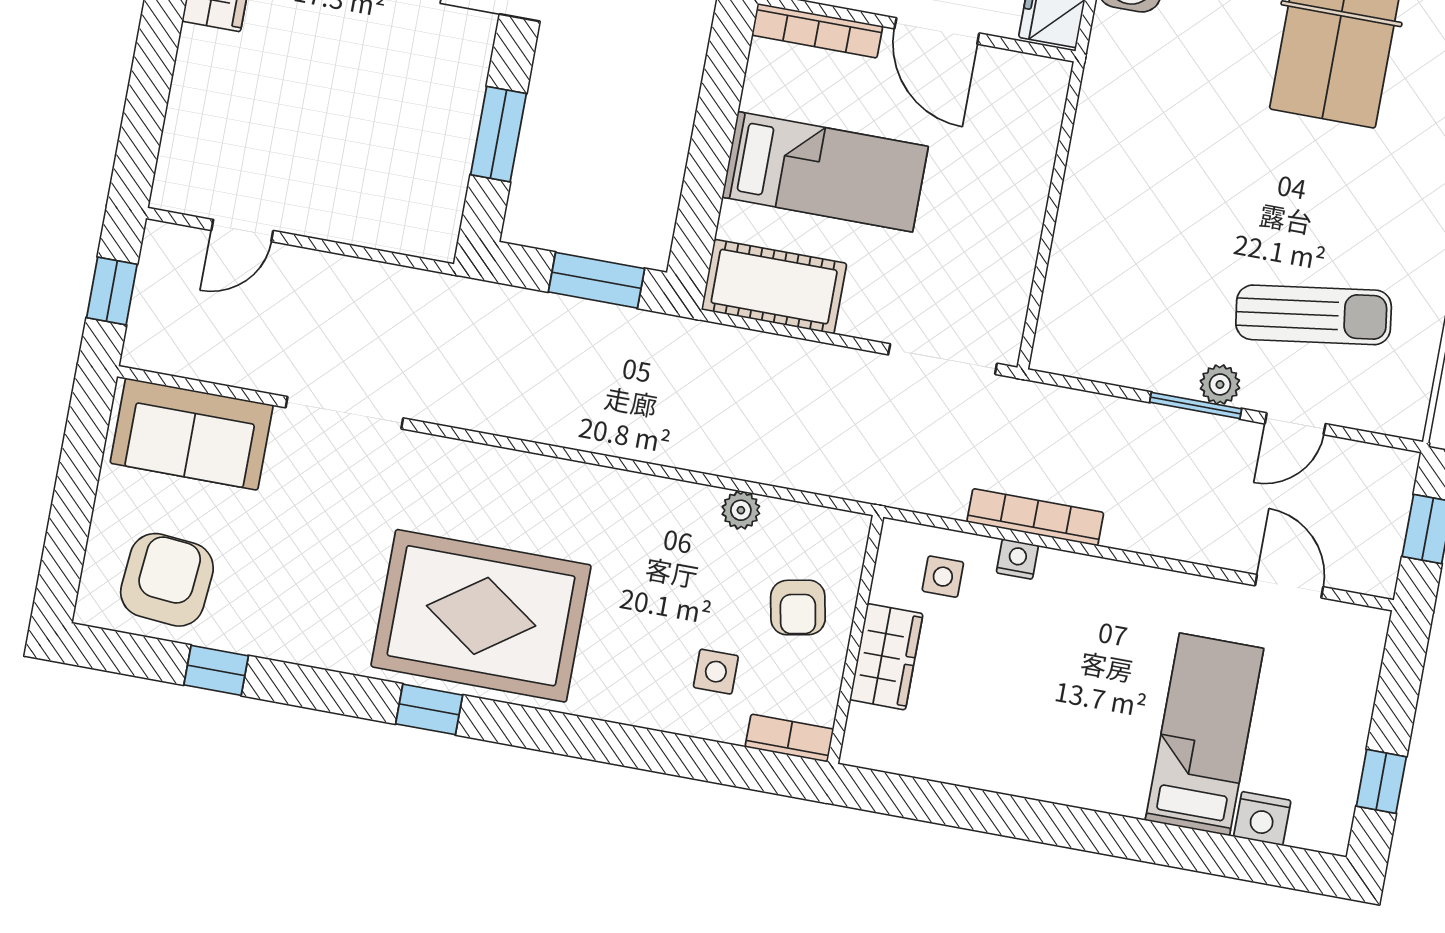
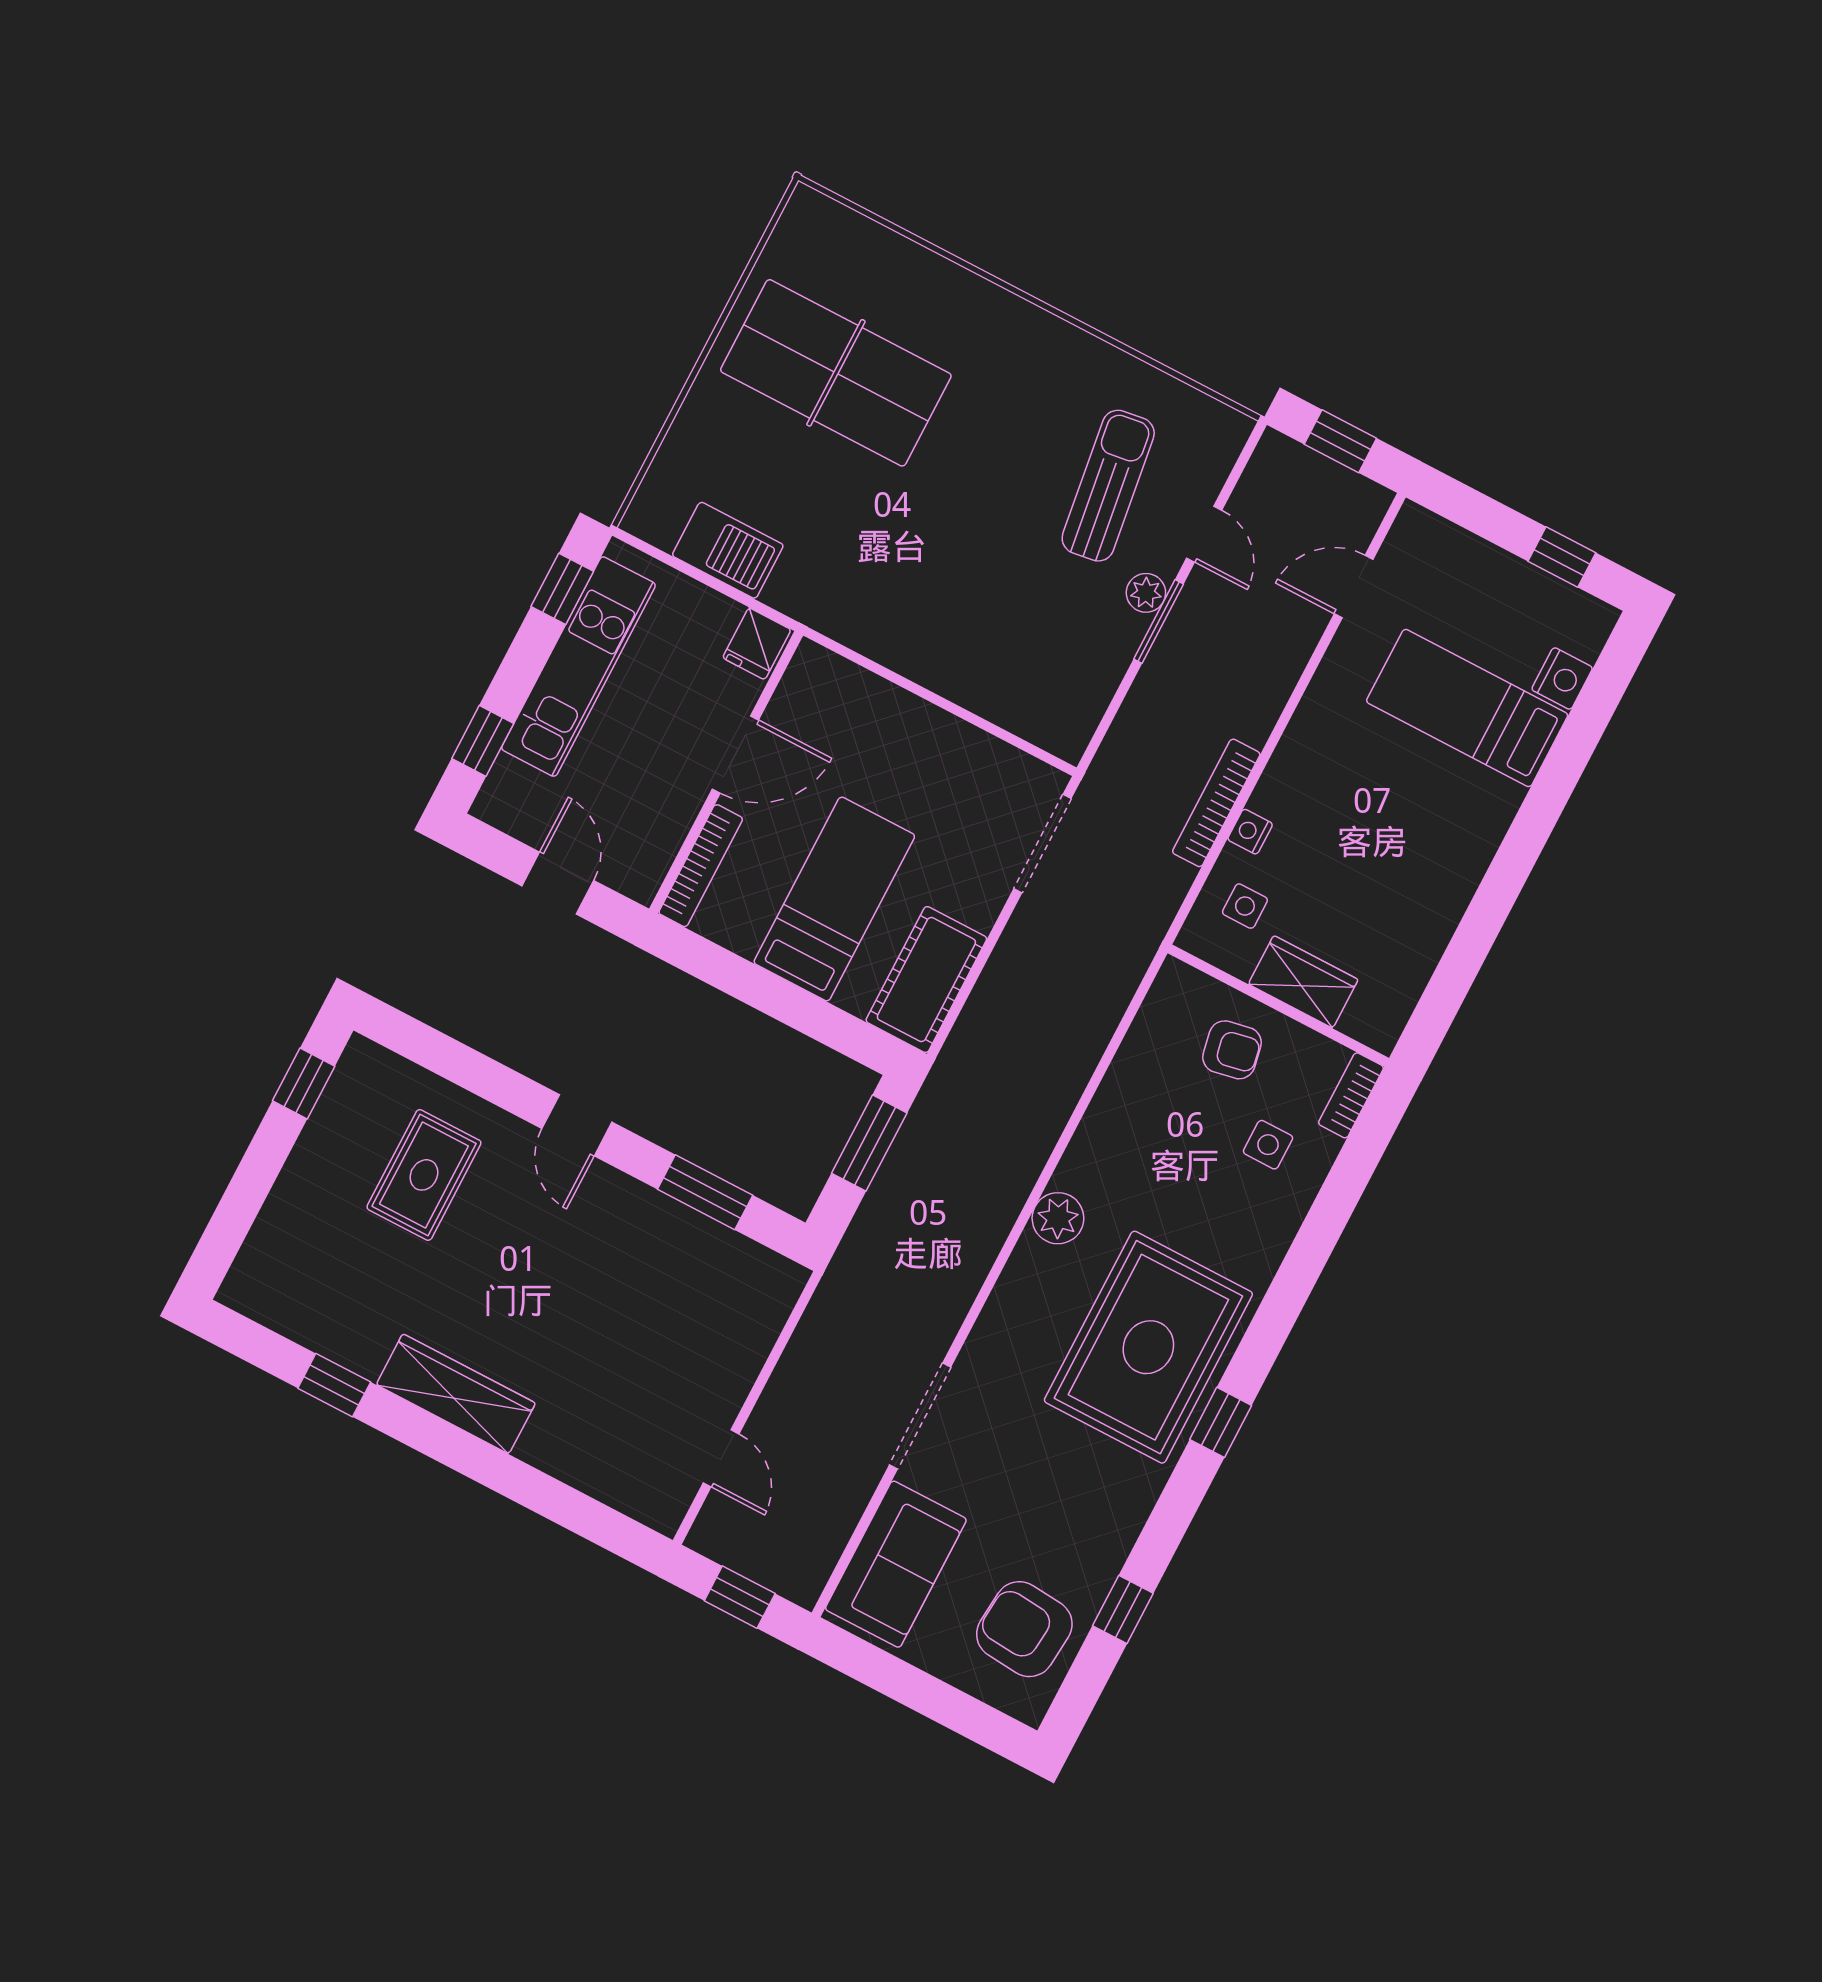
plant: (741, 510) -> (1058, 1218), moved, width x1.38, depth x1.38

